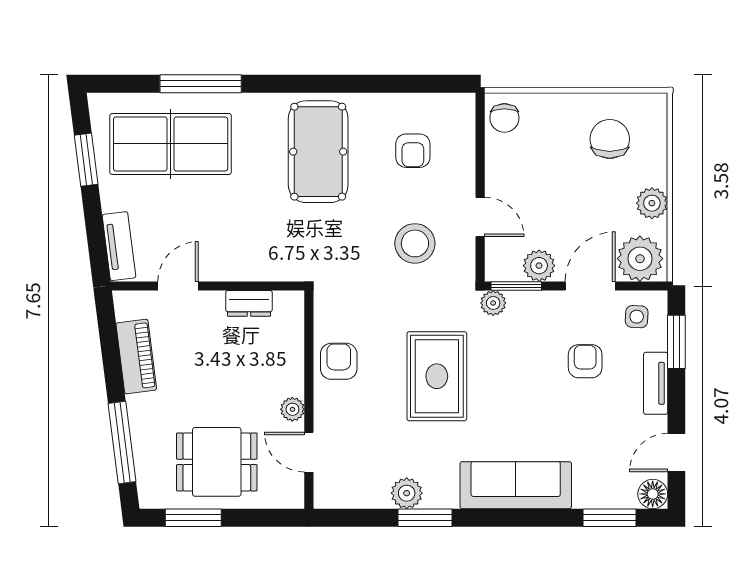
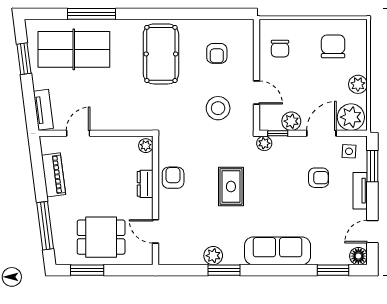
chair: (504, 118) -> (280, 49), moved
window: (516, 286) -> (278, 133), width x0.67
dresser: (249, 303) -> (145, 184), moved, turned 90
armchair: (585, 361) -> (319, 178), turned 90
rug: (437, 376) -> (231, 187), width x0.73, depth x0.70
plant: (292, 409) -> (146, 146), moved

